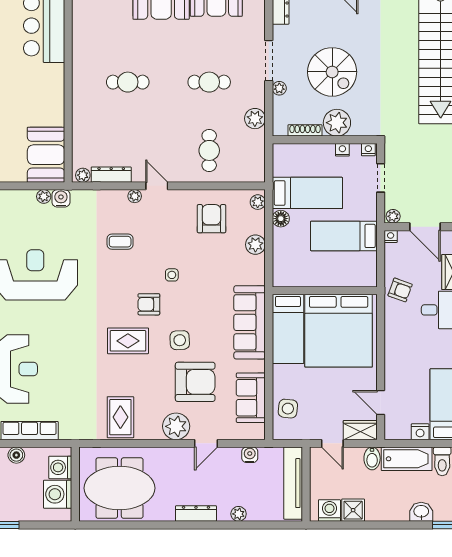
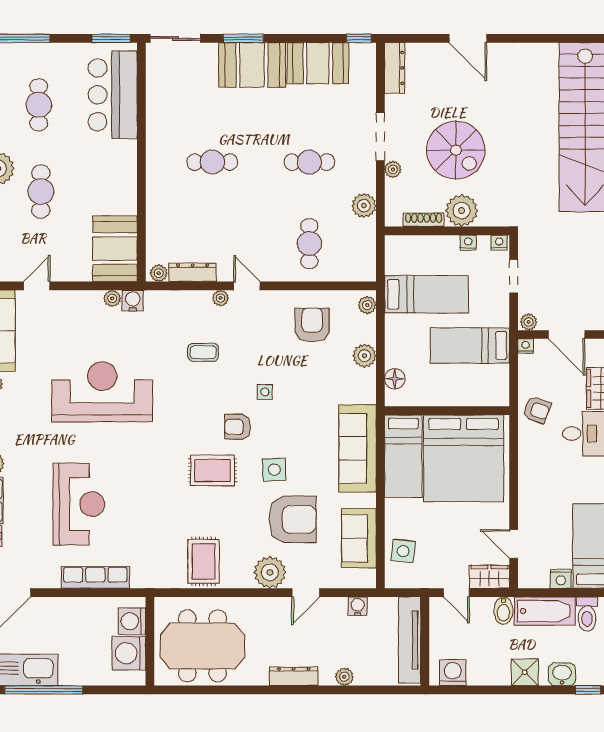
floor lamp: (281, 219) -> (395, 379), moved
boiler: (16, 455) -> (80, 607), removed
shower: (353, 510) -> (525, 672), moved

